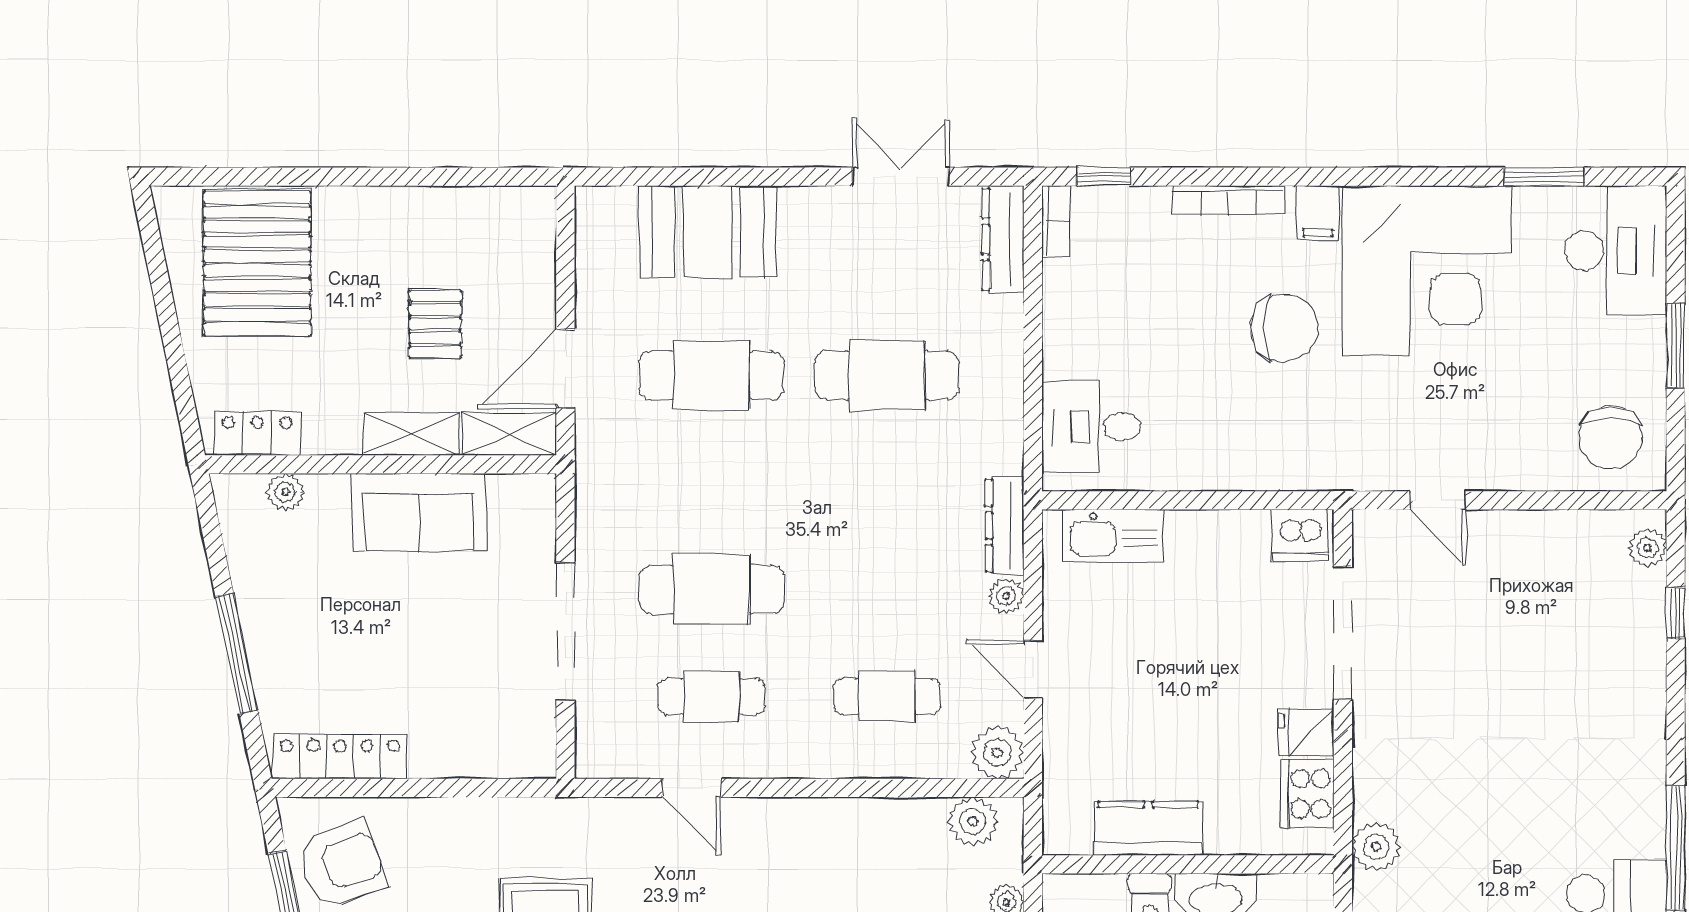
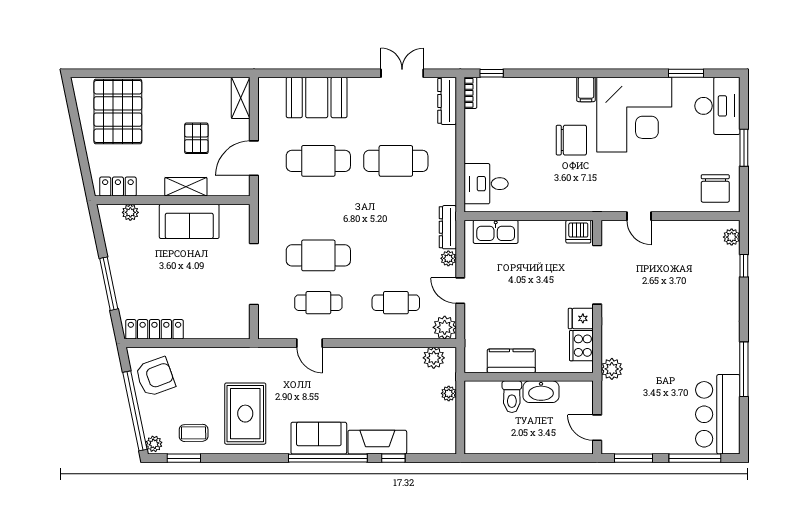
bookcase: (1228, 200) -> (546, 84), removed
shelving: (510, 434) -> (241, 98), moved, turned 90

